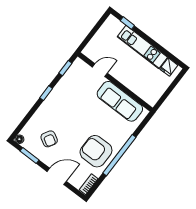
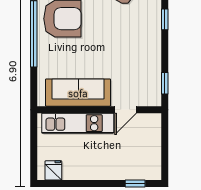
kitchen unit: (142, 47) -> (78, 123), moved, turned 180
window: (46, 93) -> (165, 19), moved

